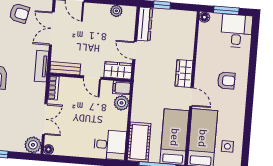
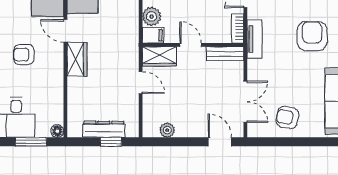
dresser: (145, 24) -> (104, 129), moved, turned 90
tv unit: (42, 66) -> (254, 39), moved

